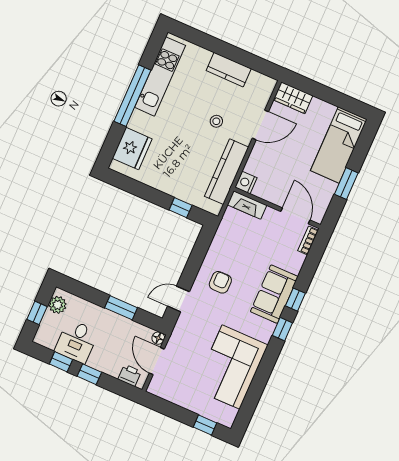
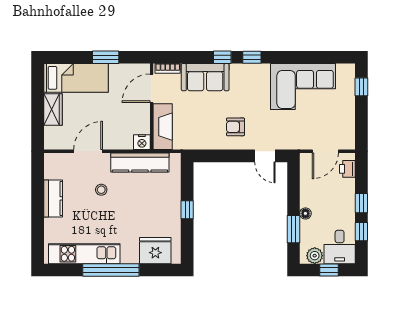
wardrobe: (293, 98) -> (53, 109), moved
door: (260, 125) -> (88, 151), hinge flipped
fireplace: (247, 205) -> (163, 127), width x1.37, depth x1.32
window: (181, 208) -> (187, 210), moved
sofa: (274, 294) -> (205, 77), moved
window: (121, 308) -> (294, 229), moved
floor lamp: (158, 338) -> (305, 213), moved
desk: (77, 341) -> (340, 247), moved, turned 90

